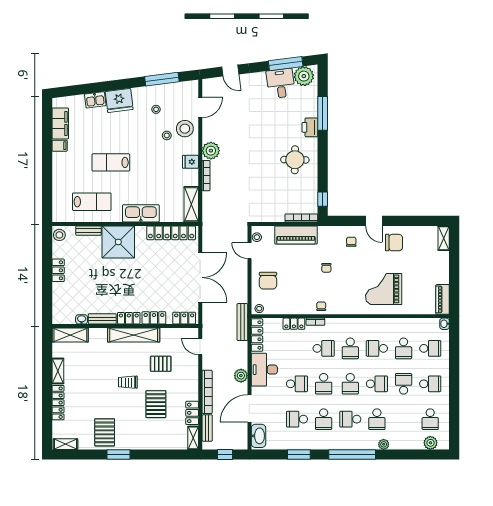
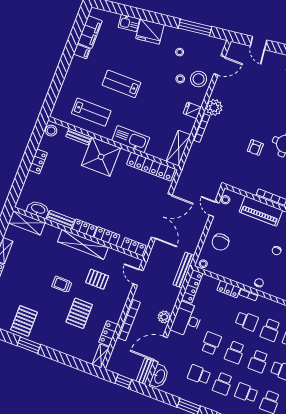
armchair: (267, 175) -> (255, 148), added
washbasin: (82, 319) -> (38, 209), width x1.91, depth x1.45
school desk: (297, 384) -> (211, 343), turned -90
bench: (207, 428) -> (145, 371), moved

